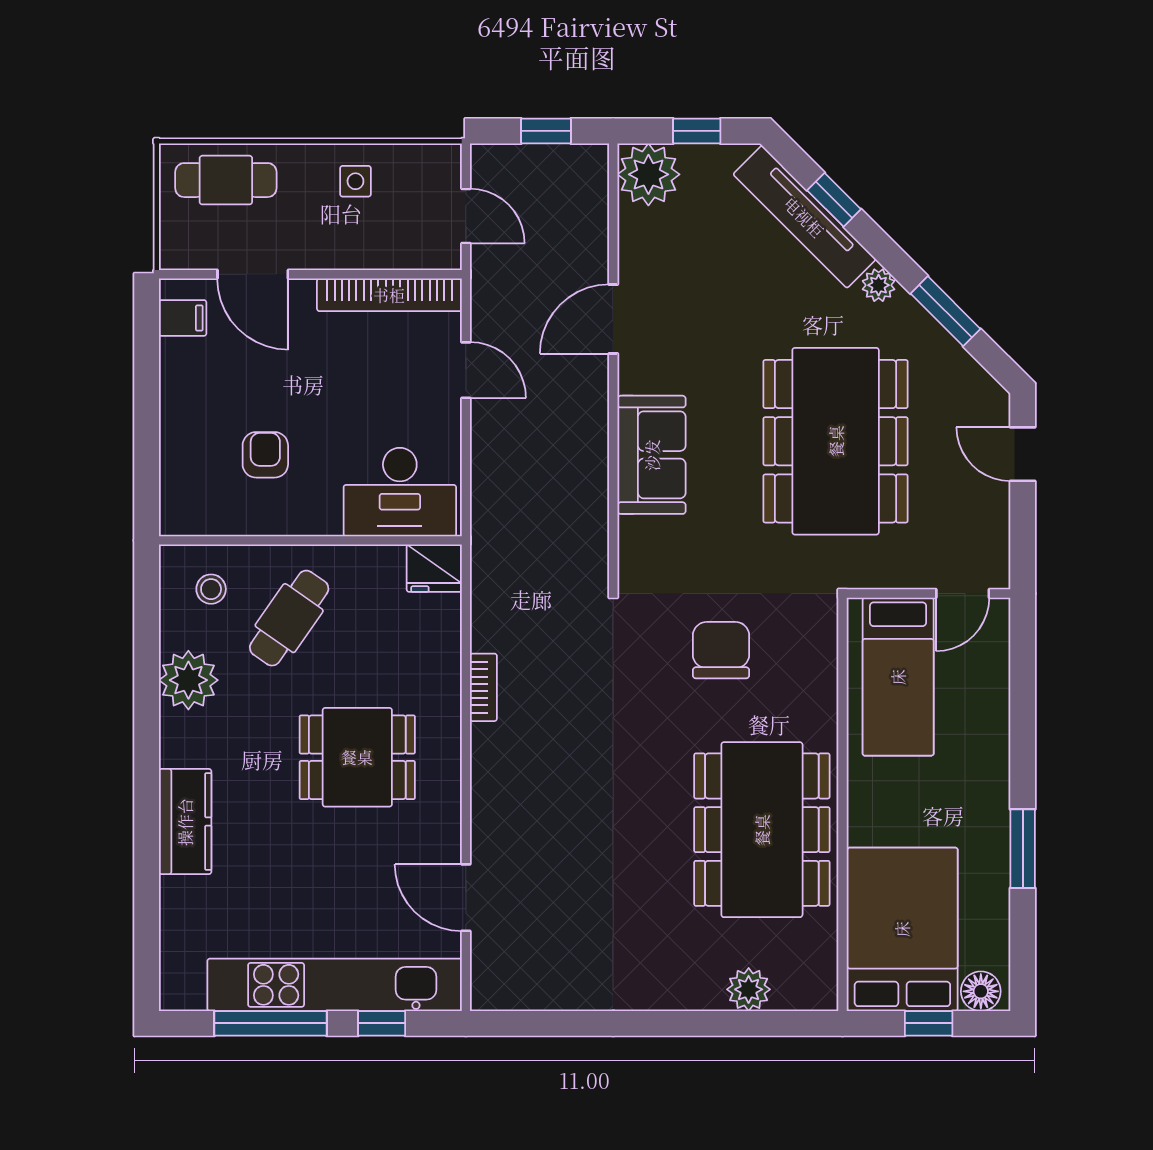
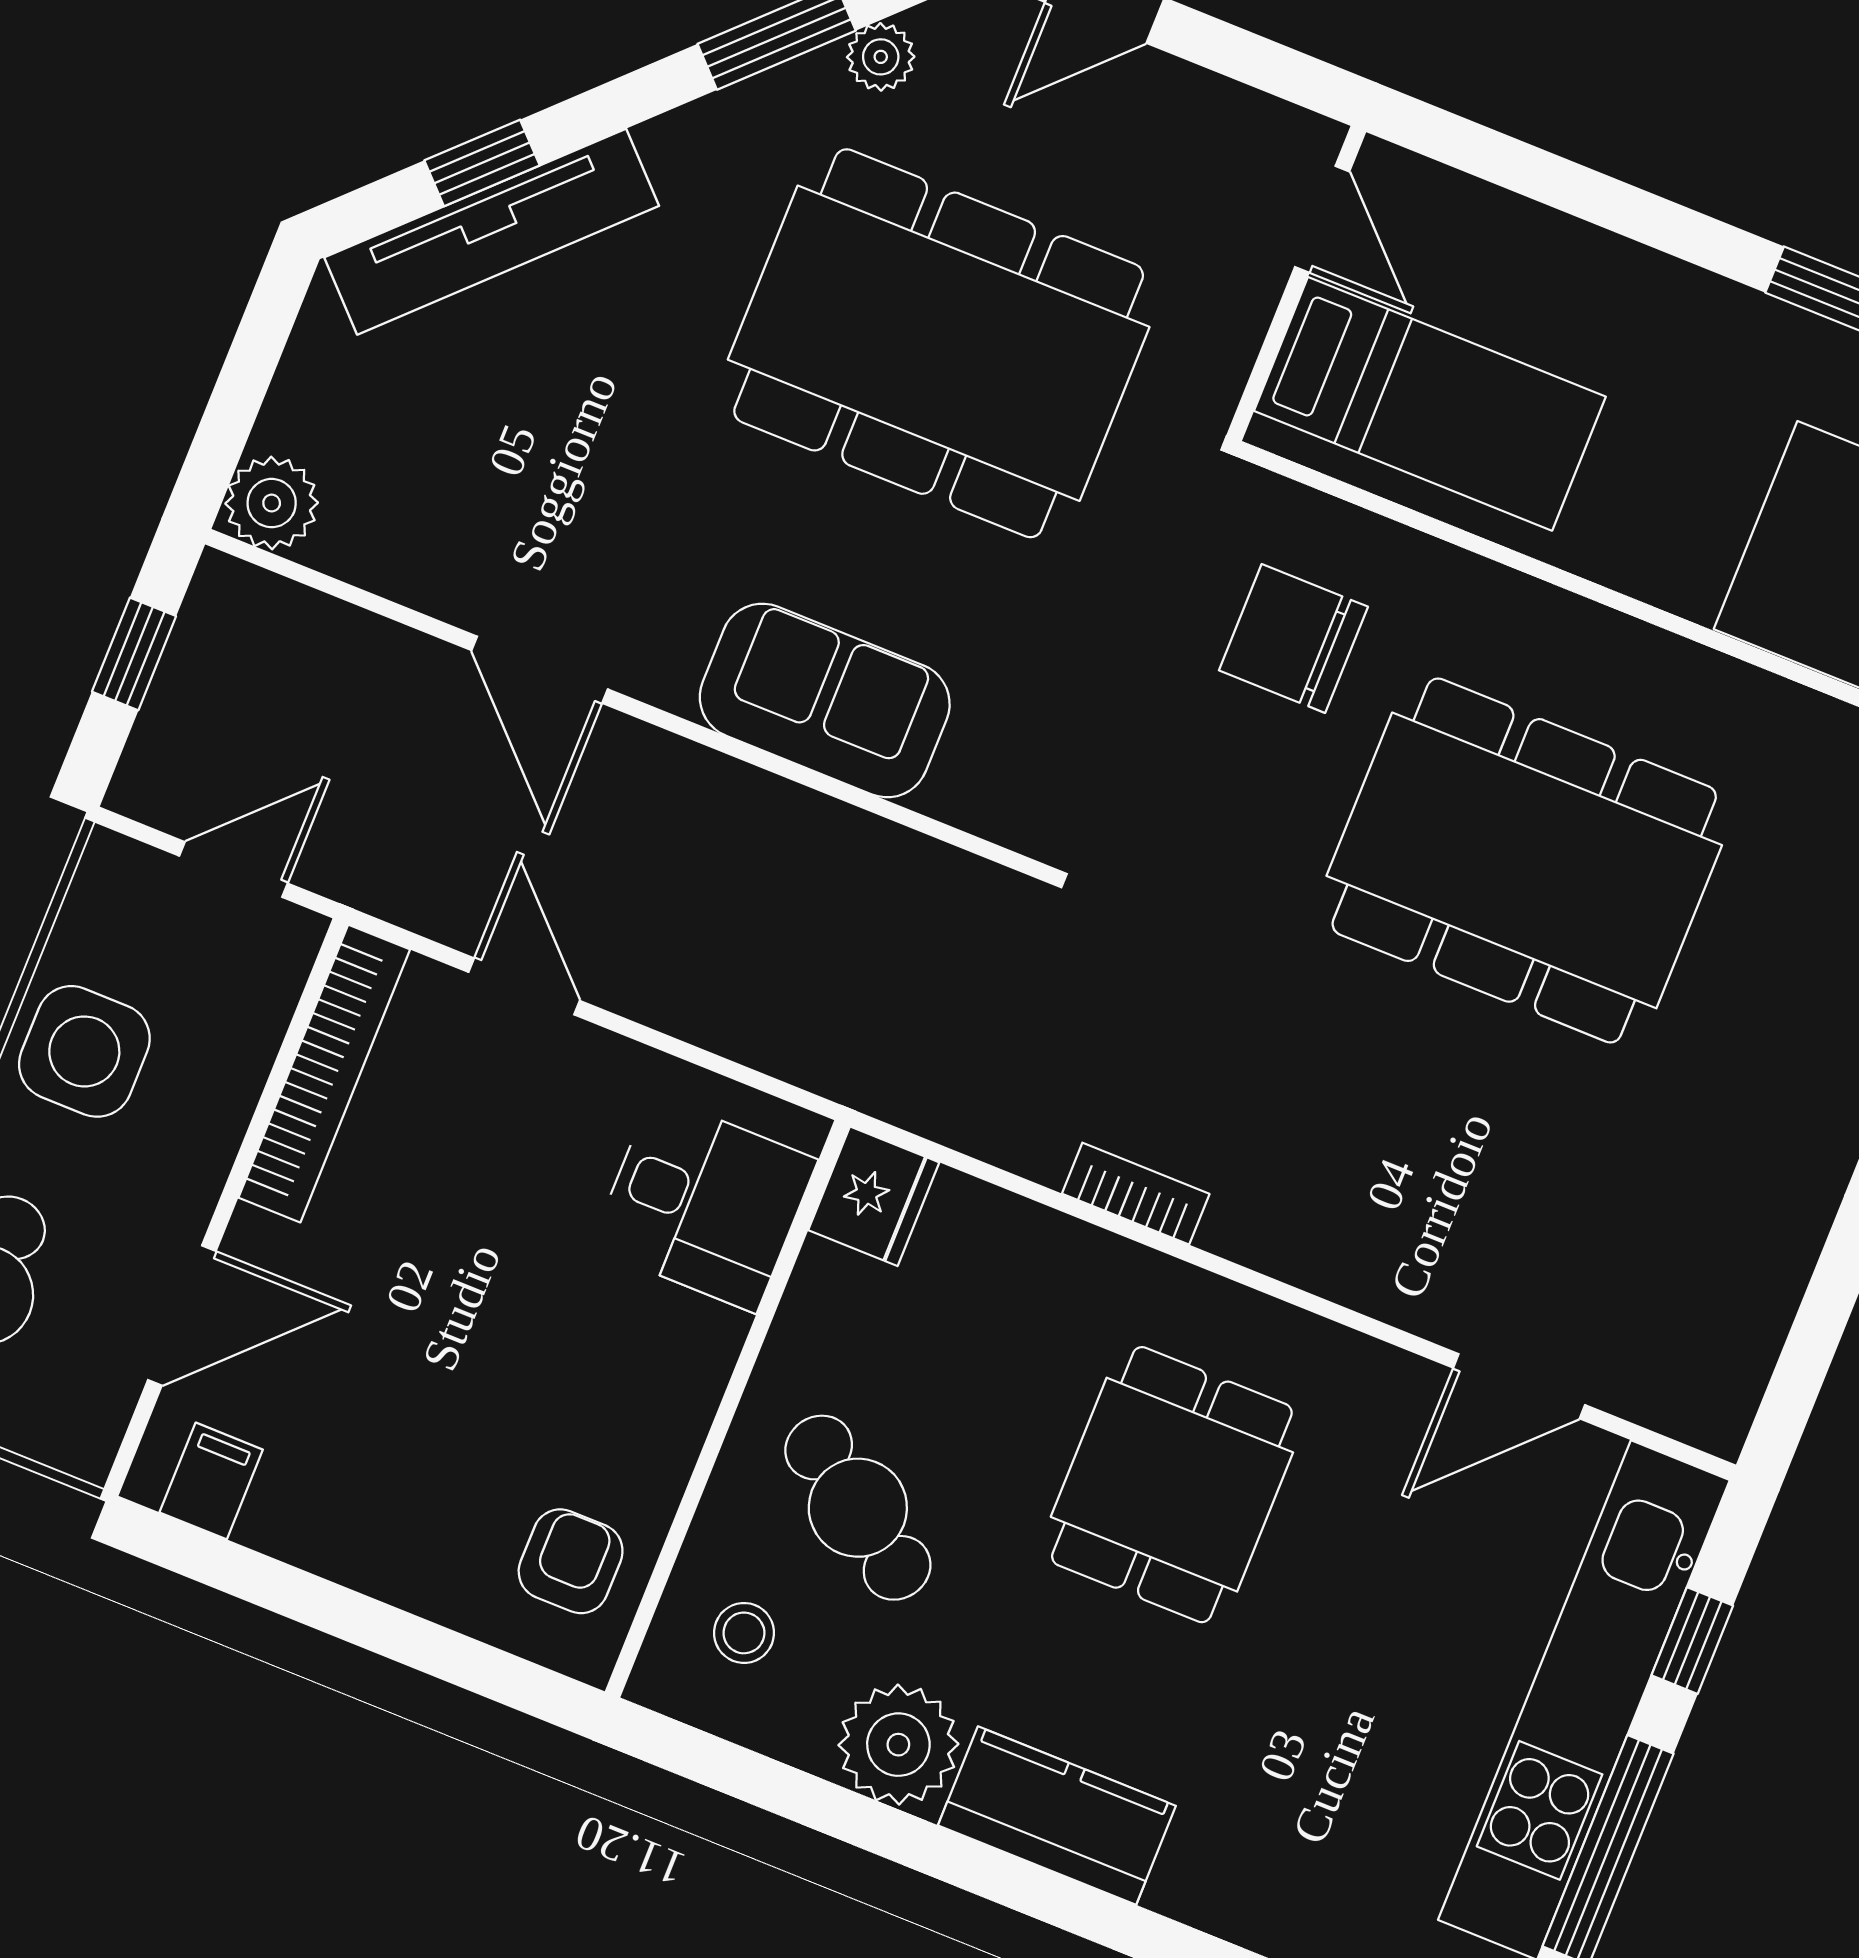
window: (697, 131) -> (248, 370), removed
plant: (648, 174) -> (272, 503), width x0.73, depth x0.73
side table: (355, 181) -> (84, 1051), width x1.87, depth x1.87
plant: (879, 285) -> (881, 57), moved
door: (466, 370) -> (524, 986), hinge flipped
armchair: (265, 455) -> (571, 1561), moved, turned 90
desk: (400, 492) -> (704, 1203), width x0.73
chair: (721, 650) -> (1293, 638), moved
kitchen counter: (185, 822) -> (1057, 1816), moved
dining table: (762, 830) -> (1524, 860), moved

